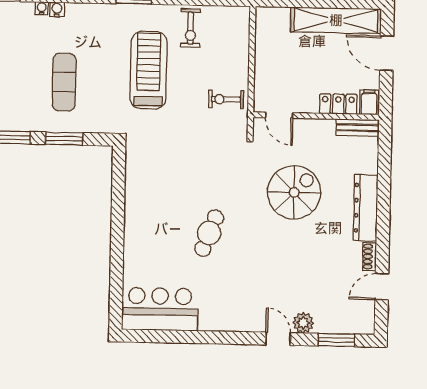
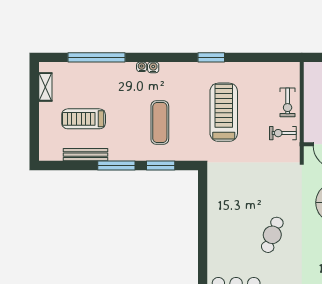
exercise bike: (191, 28) -> (288, 102), moved

